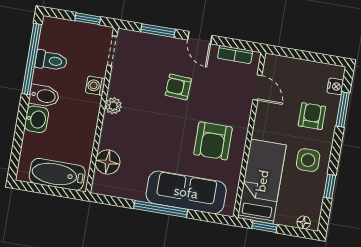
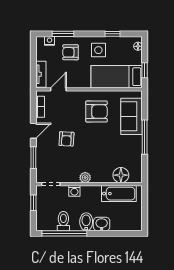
tv unit: (286, 64) -> (41, 74), added
bathtub: (57, 174) -> (119, 194), moved, turned -90
sofa: (186, 192) -> (131, 116), width x0.73

